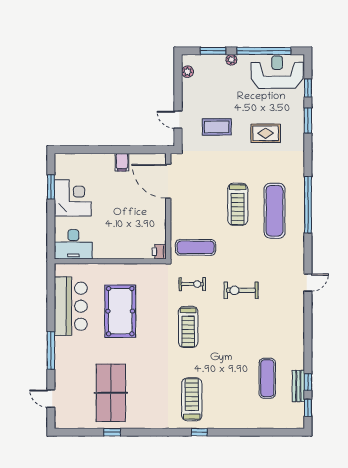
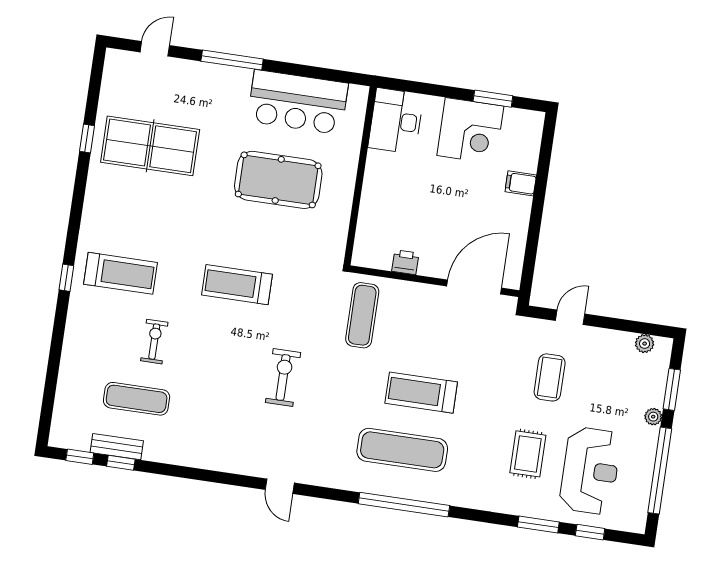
reception desk: (277, 72) -> (590, 471), moved
filing cabinet: (122, 162) -> (521, 183), moved
printer: (159, 252) -> (405, 262), moved
exercise bike: (192, 284) -> (154, 342), moved, turned 180

